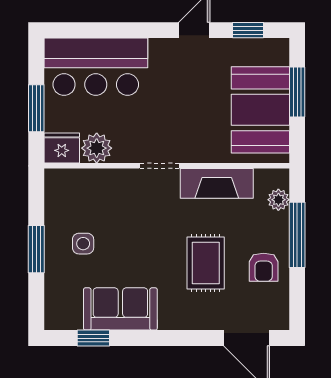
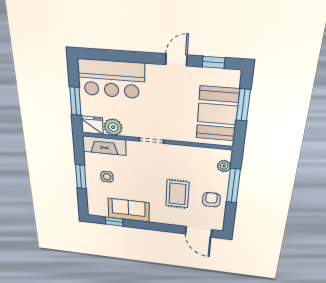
fireplace: (217, 183) -> (104, 146), moved
armchair: (264, 267) -> (211, 200), turned 180

